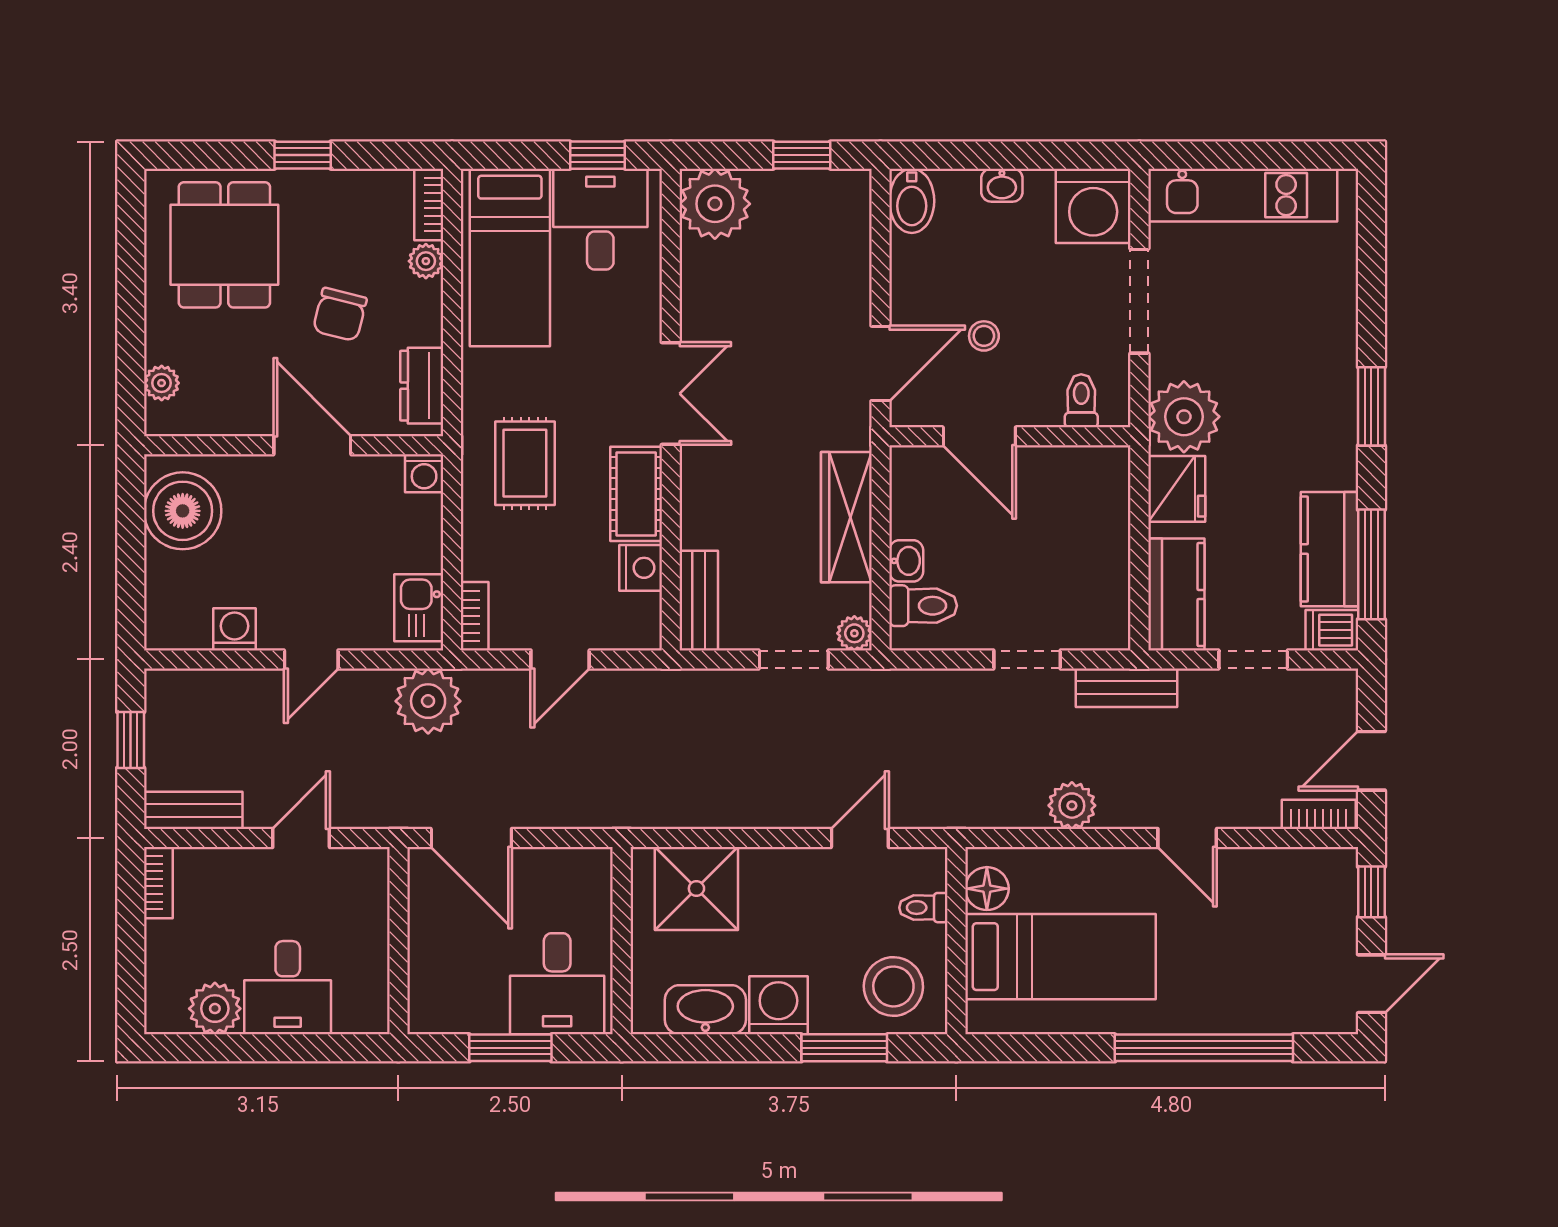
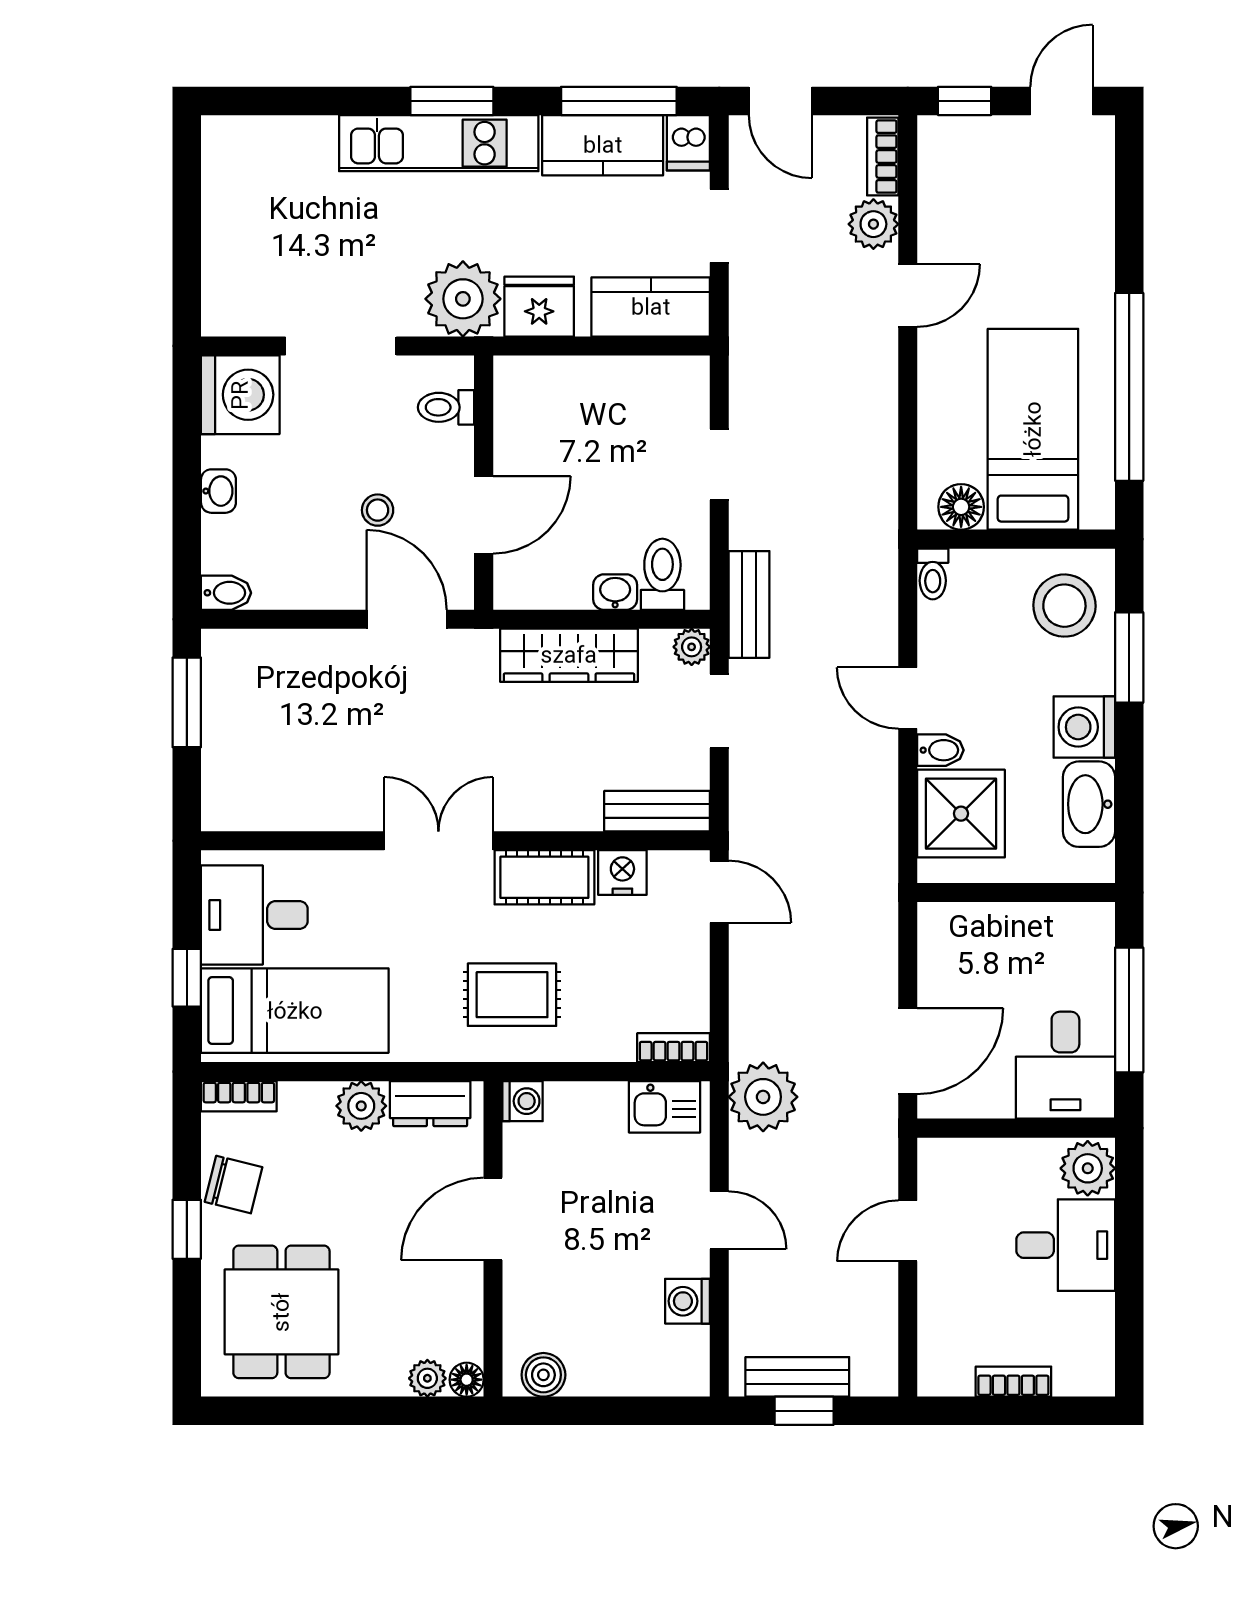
window: (597, 155) -> (187, 978), moved
window: (802, 155) -> (187, 702), width x1.50
kitchen unit: (1243, 195) -> (439, 143), moved, turned 90
bidet: (912, 201) -> (226, 593), width x0.72, depth x0.74
plant: (715, 204) -> (238, 794), removed
dining table: (224, 245) -> (281, 1312), turned 90
plant: (426, 261) -> (361, 1106), moved, width x1.38, depth x1.38
chair: (340, 314) -> (234, 1185), moved
floor lamp: (160, 420) -> (467, 1380), added
boiler: (183, 511) -> (543, 1375), width x0.54, depth x0.54
door: (560, 659) -> (719, 892), moved
bench: (1127, 688) -> (749, 604), moved
door: (1371, 761) -> (780, 101), moved
plant: (1072, 806) -> (873, 224), moved
bench: (193, 810) -> (797, 1377), moved, turned 90
door: (301, 838) -> (908, 1231), hinge flipped
door: (860, 838) -> (908, 698), moved
bidet: (757, 869) -> (940, 750), added
bookcase: (158, 883) -> (1013, 1382), moved
toilet: (923, 908) -> (933, 574), moved
desk: (557, 984) -> (1065, 1065), moved, turned 90
door: (1371, 984) -> (1062, 101), hinge flipped
plant: (215, 1009) -> (1088, 1168), moved
window: (510, 1048) -> (1129, 1010), width x1.44
window: (1204, 1048) -> (1129, 387), moved

